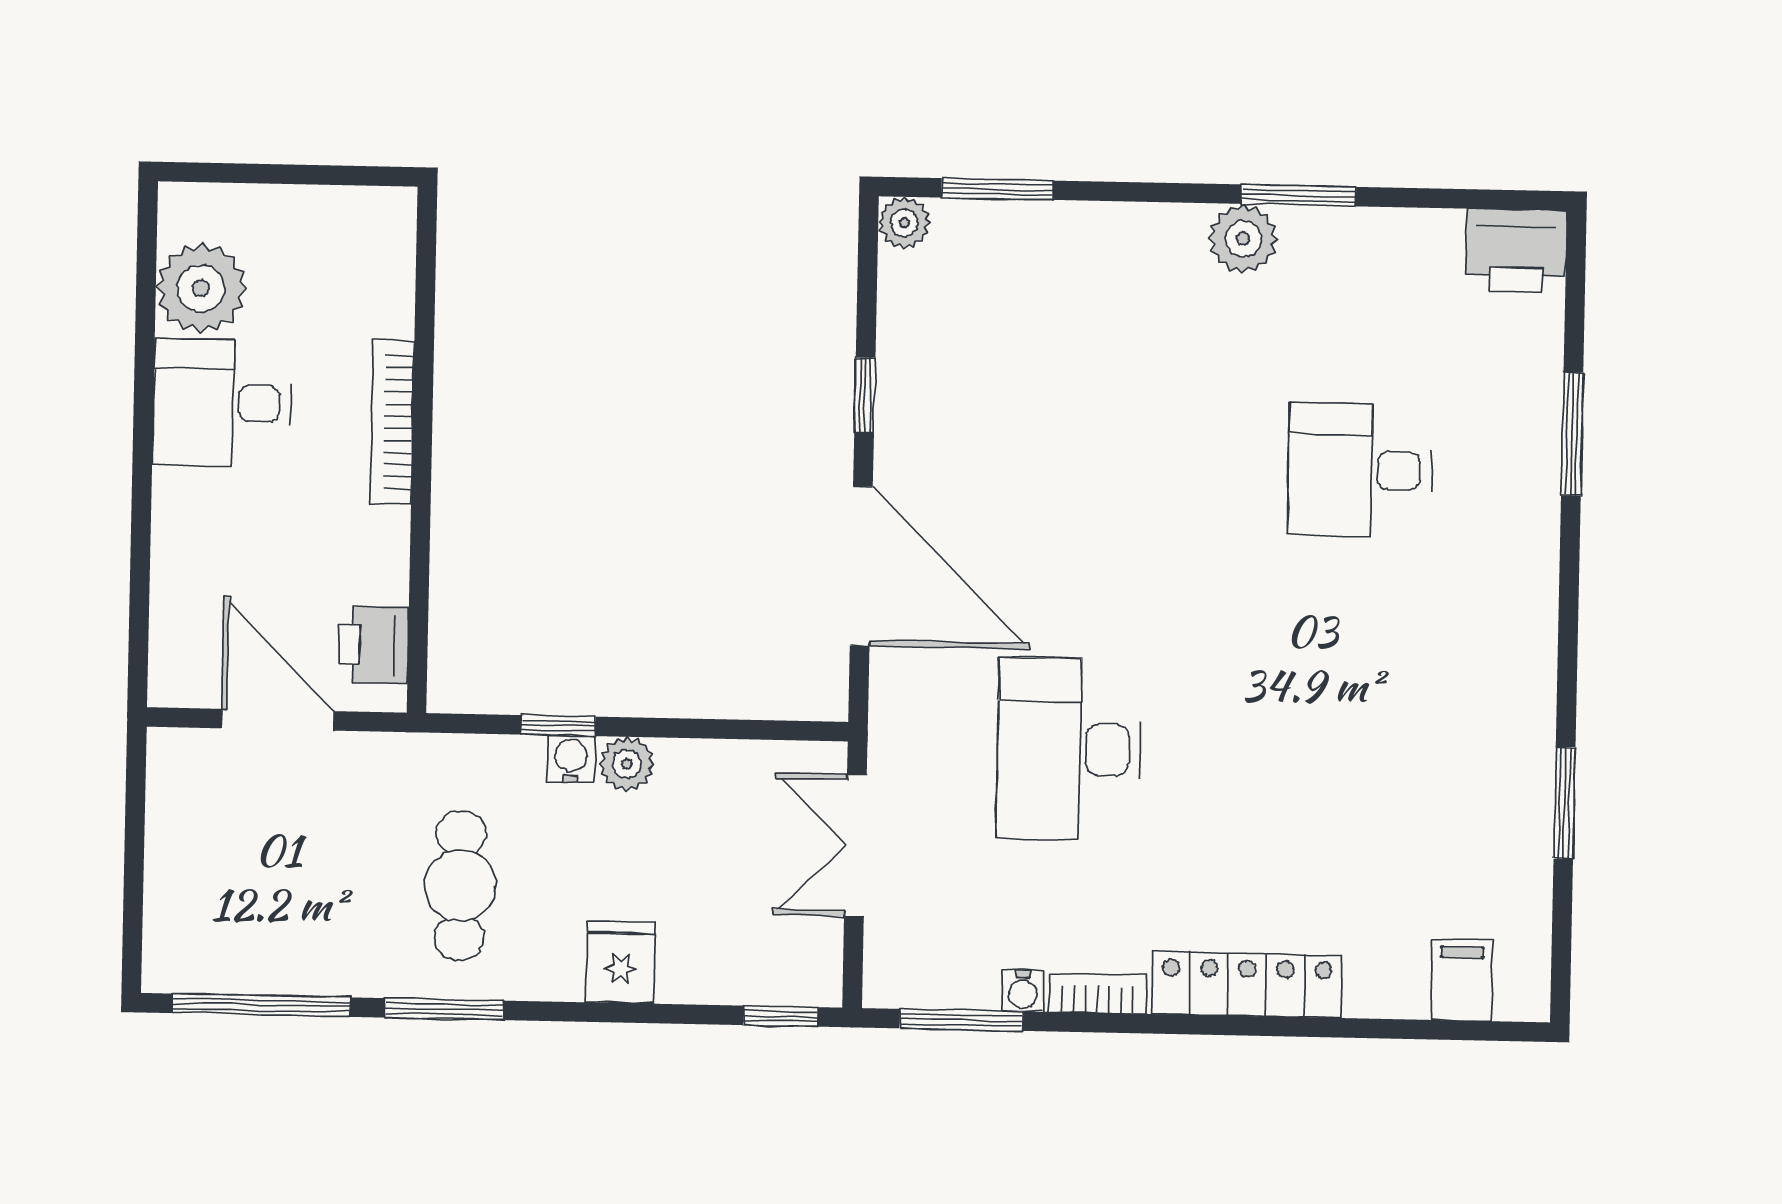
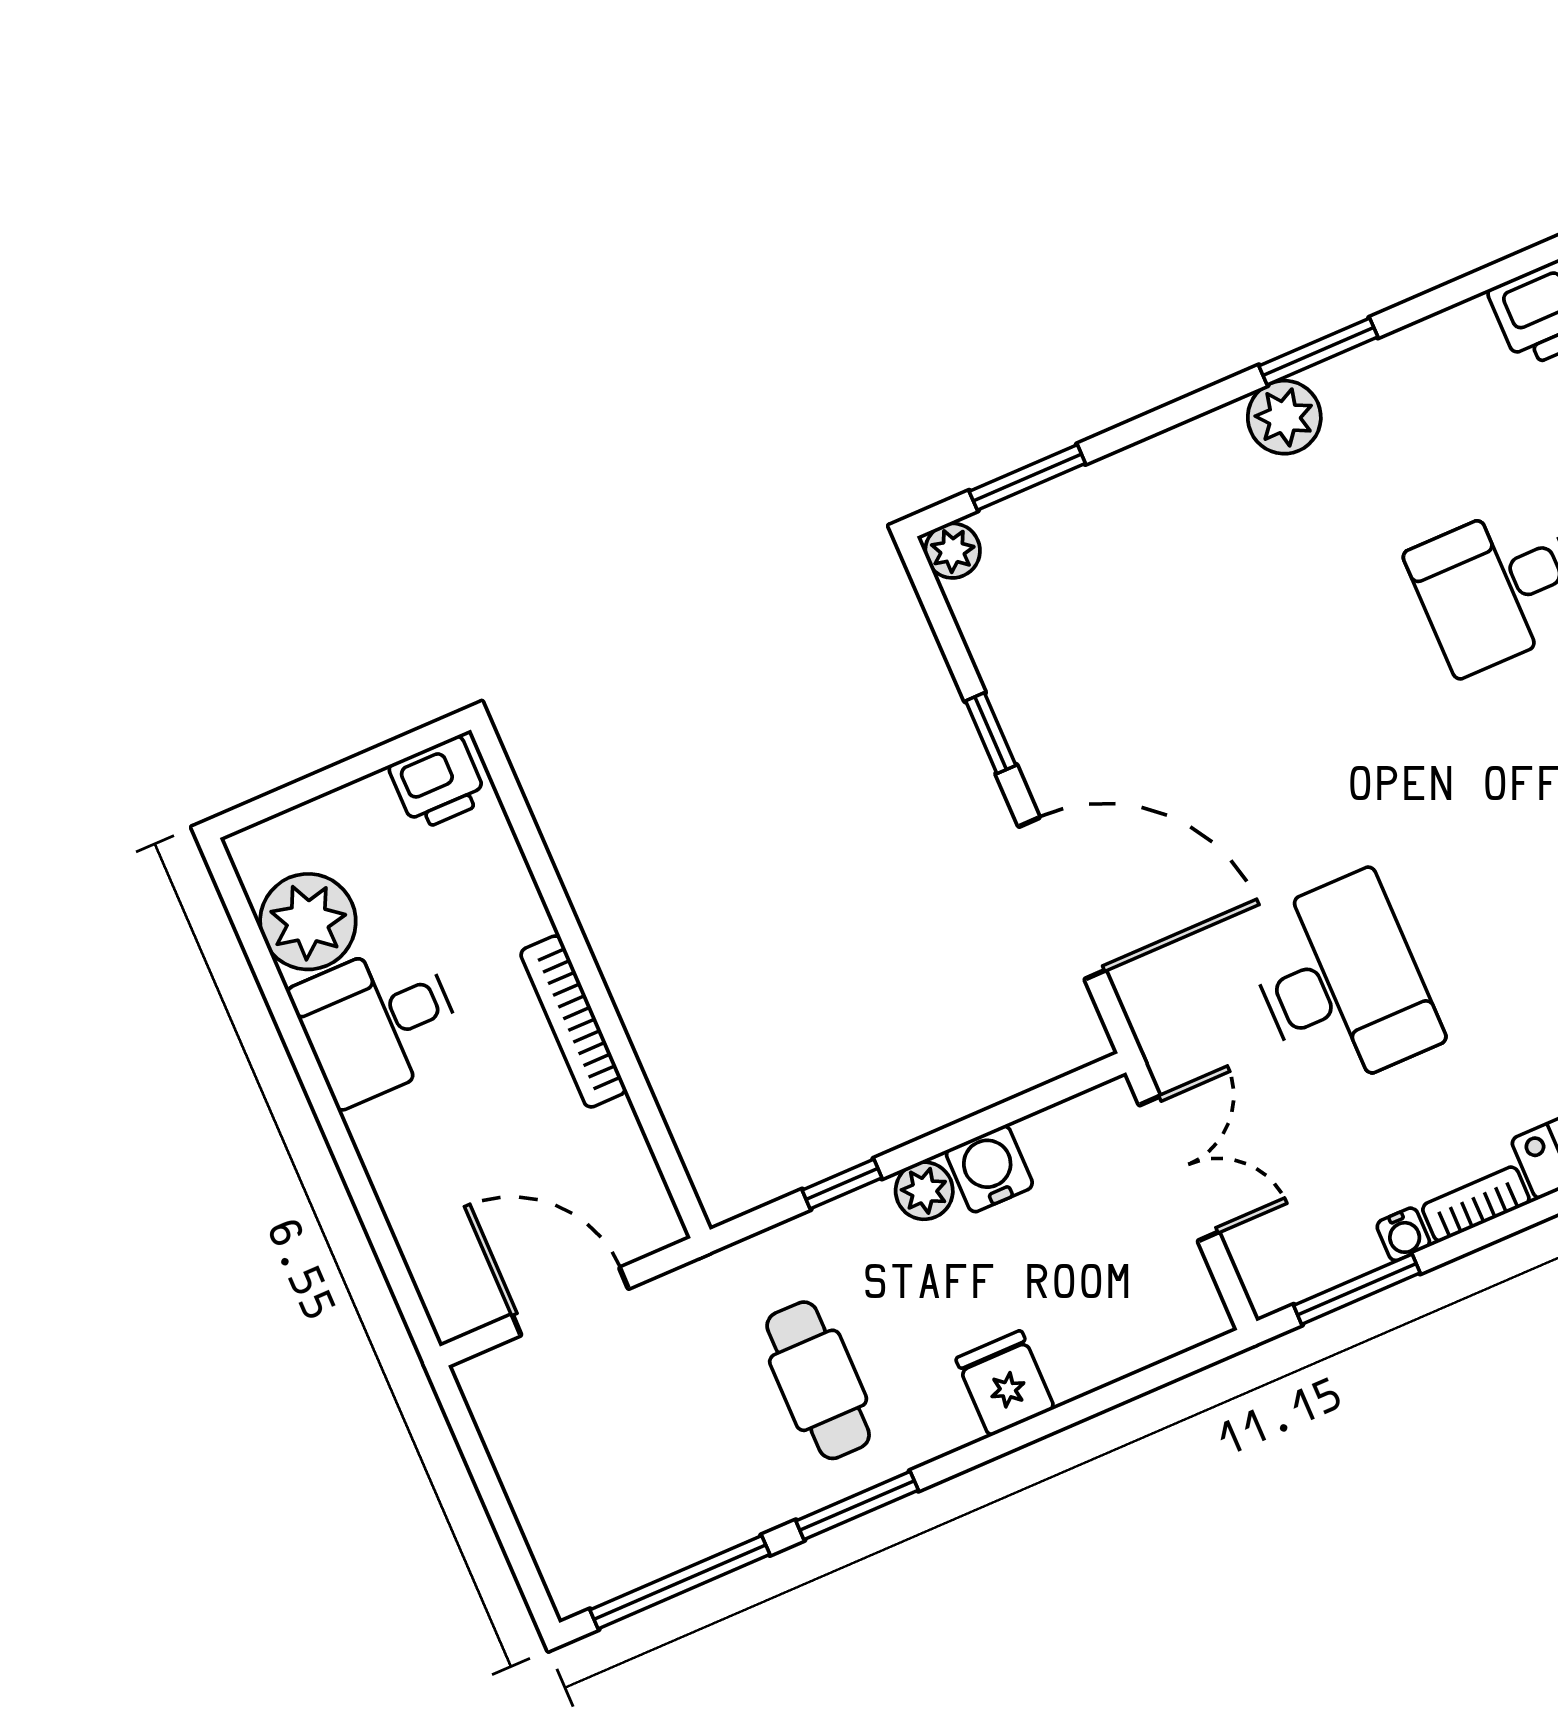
bookcase: (392, 422) -> (573, 1021), moved
printer: (374, 645) -> (438, 783), moved, turned -90
desk: (1069, 749) -> (1341, 983), turned 180
water cooler: (571, 759) -> (989, 1169), moved, width x1.38, depth x1.38
double door: (855, 845) -> (1179, 1168), swing flipped
window: (781, 1016) -> (1182, 1365), removed

